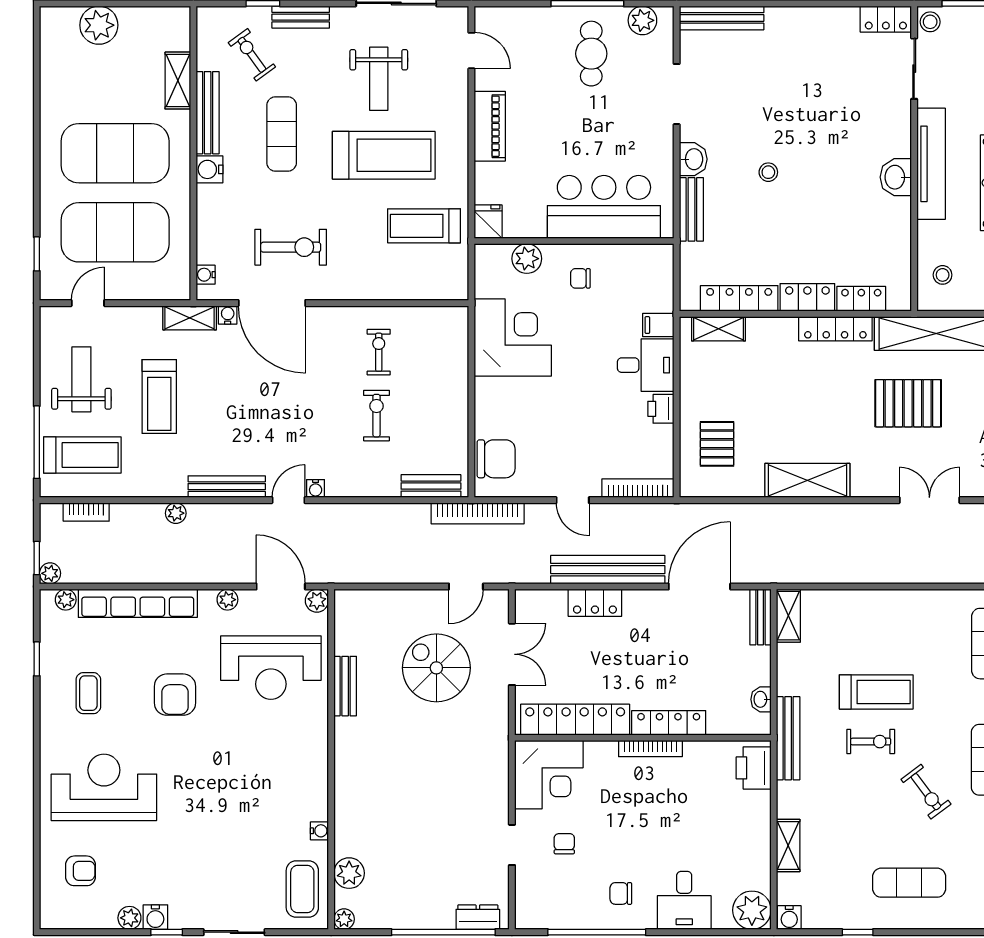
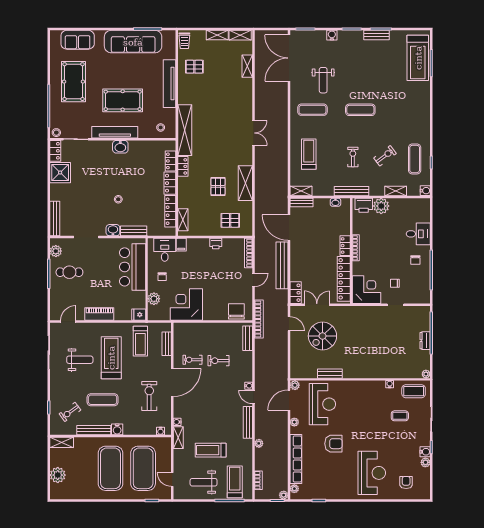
bench: (301, 17) -> (167, 344), moved
shower: (833, 31) -> (60, 173), added
shelving: (178, 81) -> (62, 442), moved
door: (272, 303) -> (172, 383), moved
locker: (835, 329) -> (183, 166), width x0.66
desk: (646, 365) -> (165, 250), moved
treadmill: (159, 396) -> (211, 450), turned 180
pallet: (908, 403) -> (218, 186), moved, width x0.67, depth x0.71
double door: (929, 500) -> (253, 133), swing flipped
locker: (595, 603) -> (296, 293), moved
treadmill: (876, 692) -> (309, 154), moved
coffee table: (88, 693) -> (400, 416), moved
locker: (669, 723) -> (345, 246), width x0.66
reception desk: (104, 787) -> (372, 473), turned 180
exercise bike: (926, 792) -> (385, 156), moved
plant: (349, 873) -> (407, 372), removed
exercise mat: (909, 883) -> (415, 159), moved
plant: (752, 910) -> (381, 206), moved
dresser: (478, 917) -> (425, 341), moved

